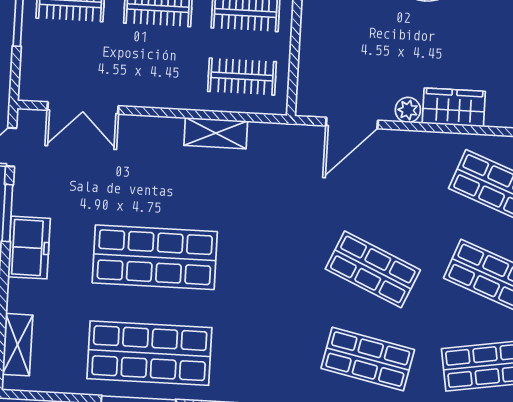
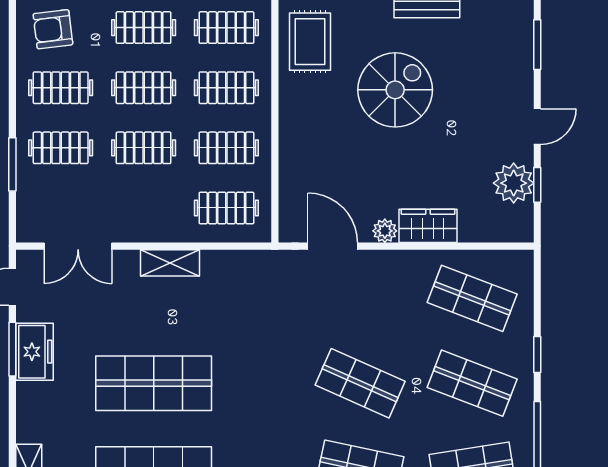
door: (352, 123) -> (333, 246), swing flipped
shelving: (216, 133) -> (170, 263), moved
freezer: (29, 248) -> (34, 352), moved

